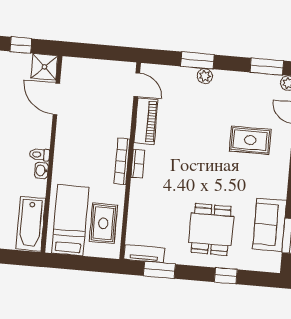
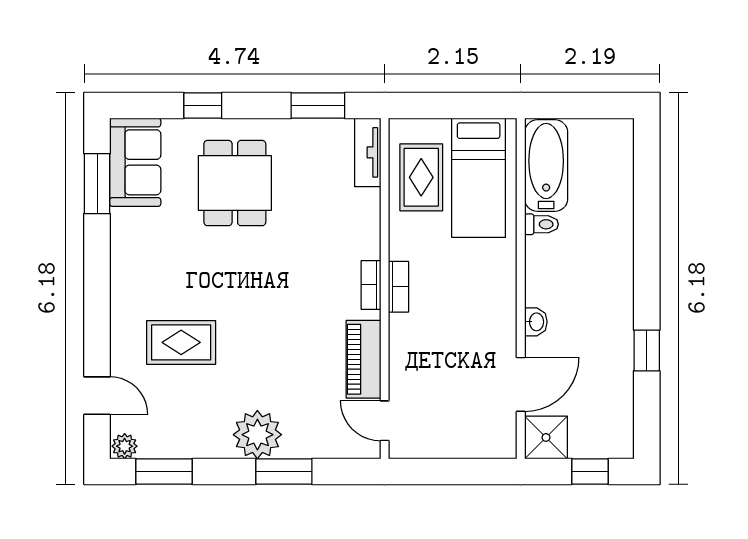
plant: (205, 76) -> (257, 435), width x1.87, depth x1.87
door: (56, 99) -> (521, 384), hinge flipped
toilet: (39, 155) -> (541, 224), moved
bookcase: (122, 161) -> (398, 287), width x0.64
washbasin: (41, 170) -> (536, 322), moved
sofa: (270, 225) -> (135, 162), moved
tv unit: (144, 254) -> (368, 152), moved, turned 90

